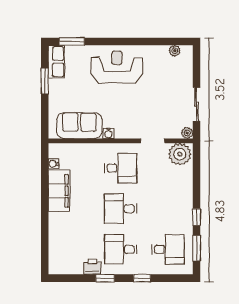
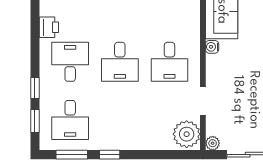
desk: (121, 209) -> (120, 62), turned 180
window: (105, 278) -> (35, 121), moved

